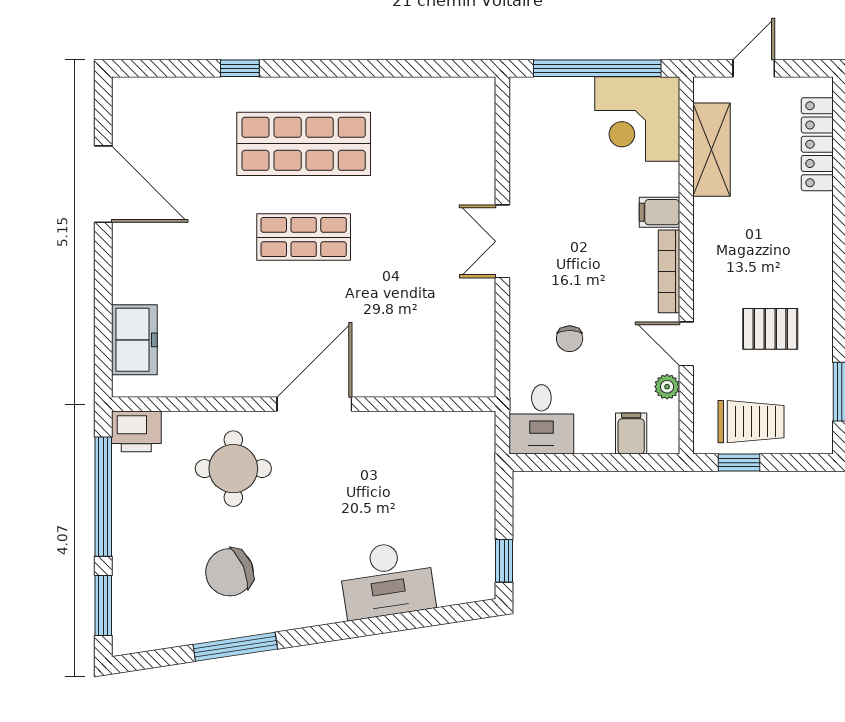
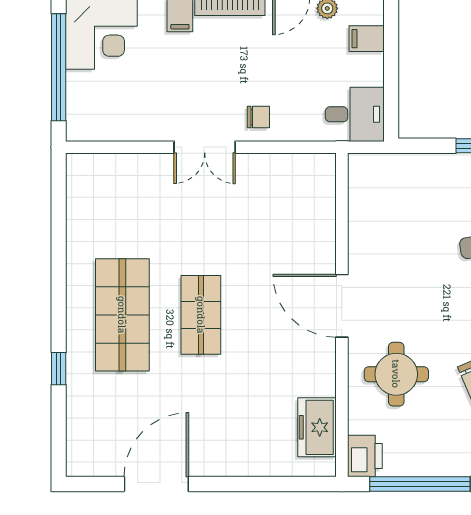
chair: (570, 339) -> (258, 117), moved
freezer: (134, 340) -> (317, 427), moved, turned -90

